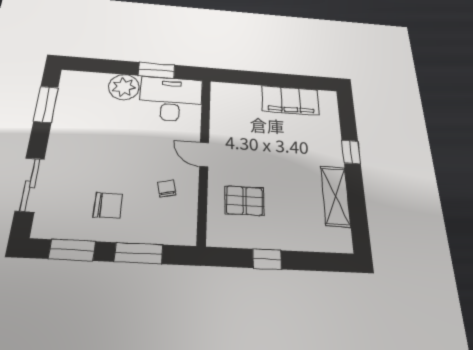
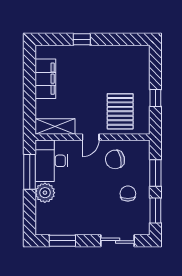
window: (157, 70) -> (30, 172), width x1.44
chair: (167, 188) -> (115, 159), width x1.87, depth x1.87
shelving: (336, 196) -> (55, 126), moved
pallet: (244, 201) -> (120, 111), width x1.50, depth x1.42

